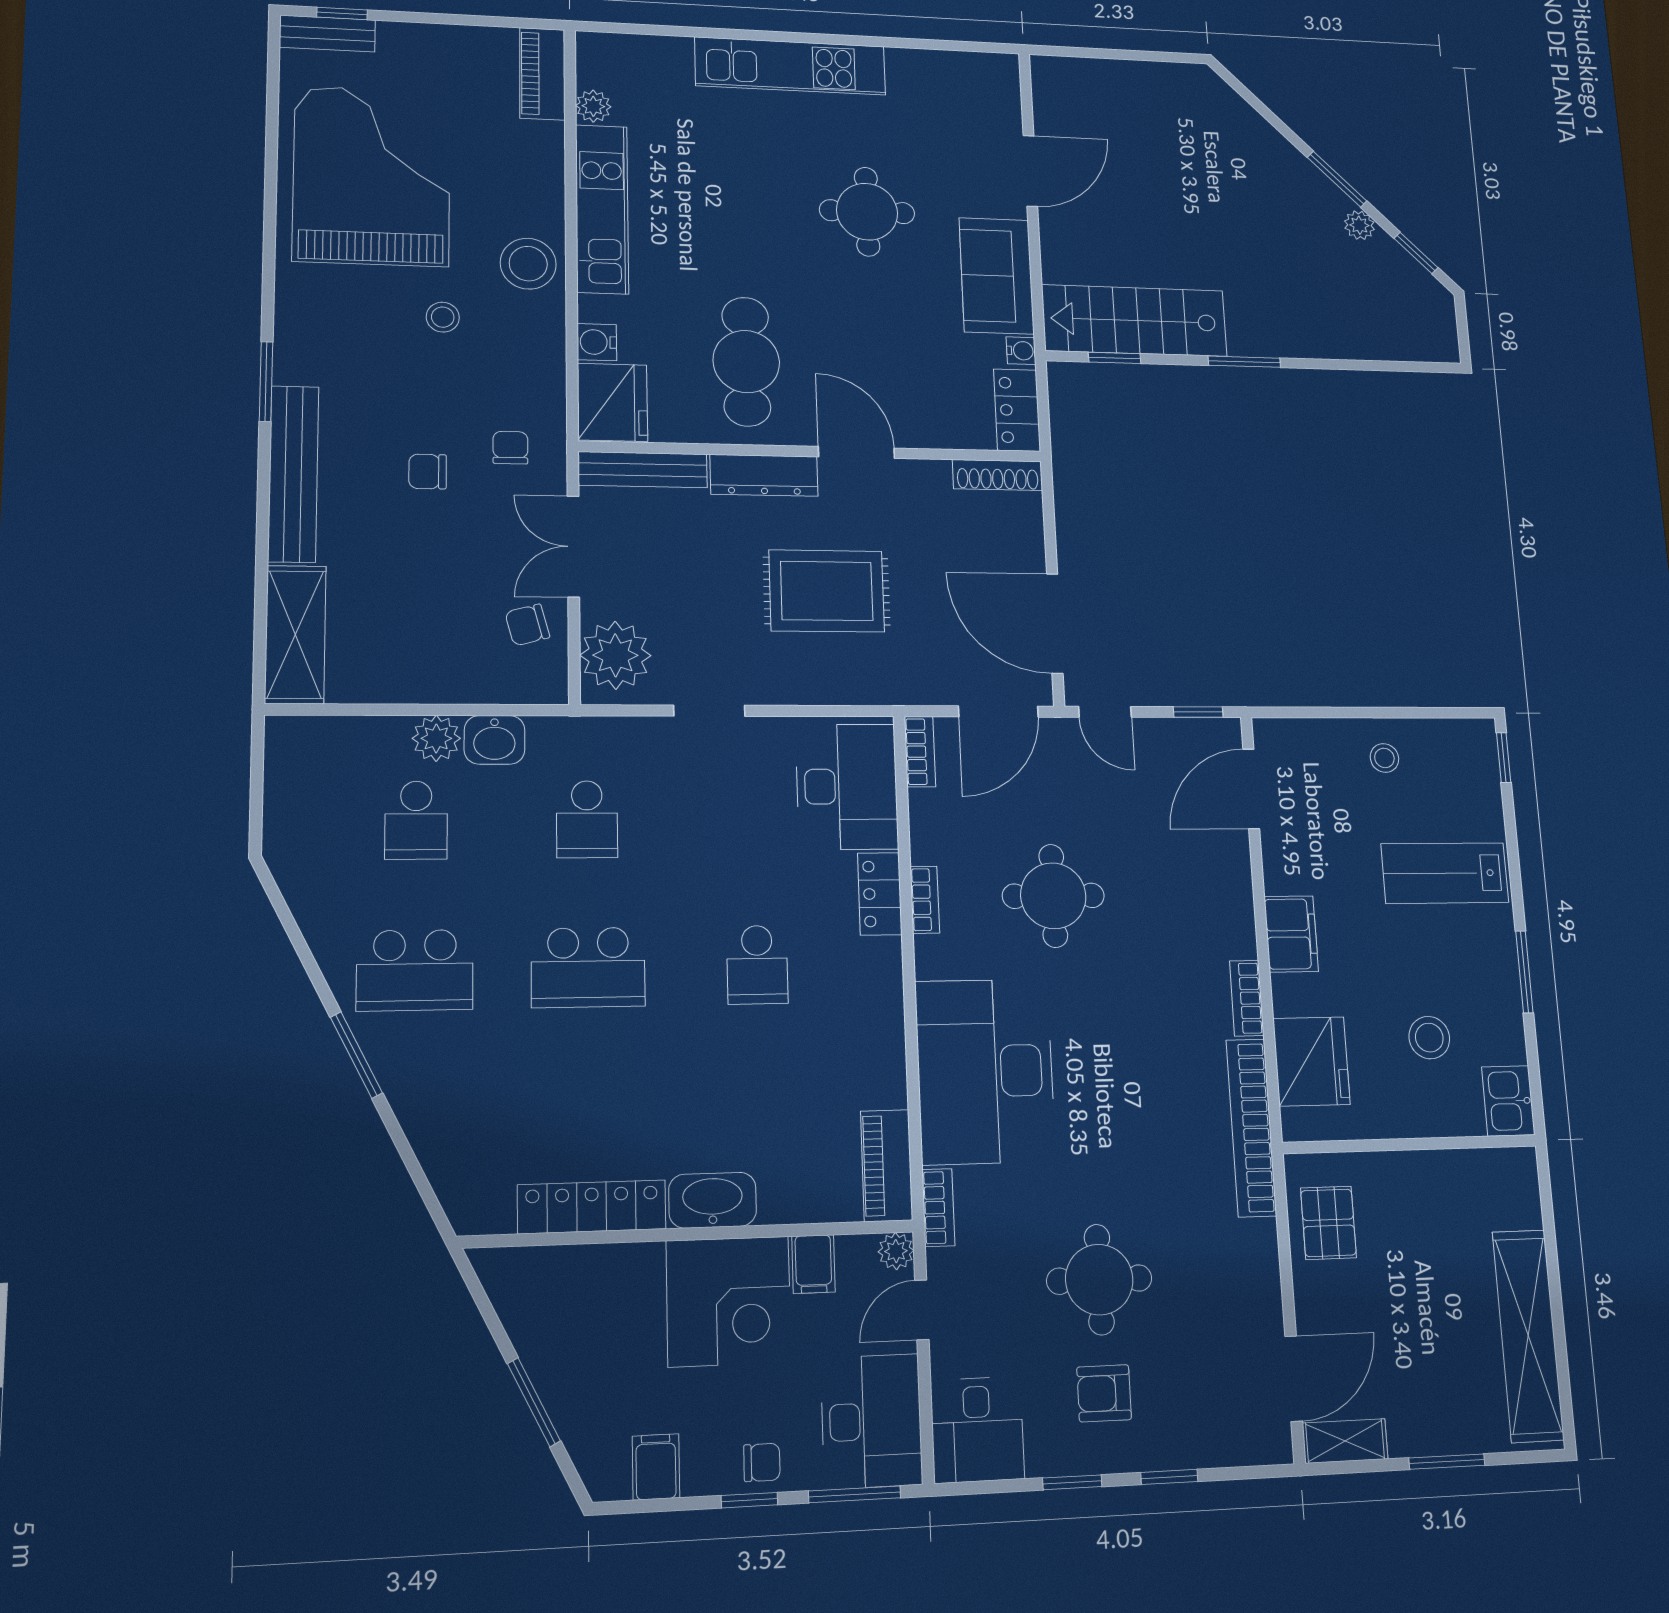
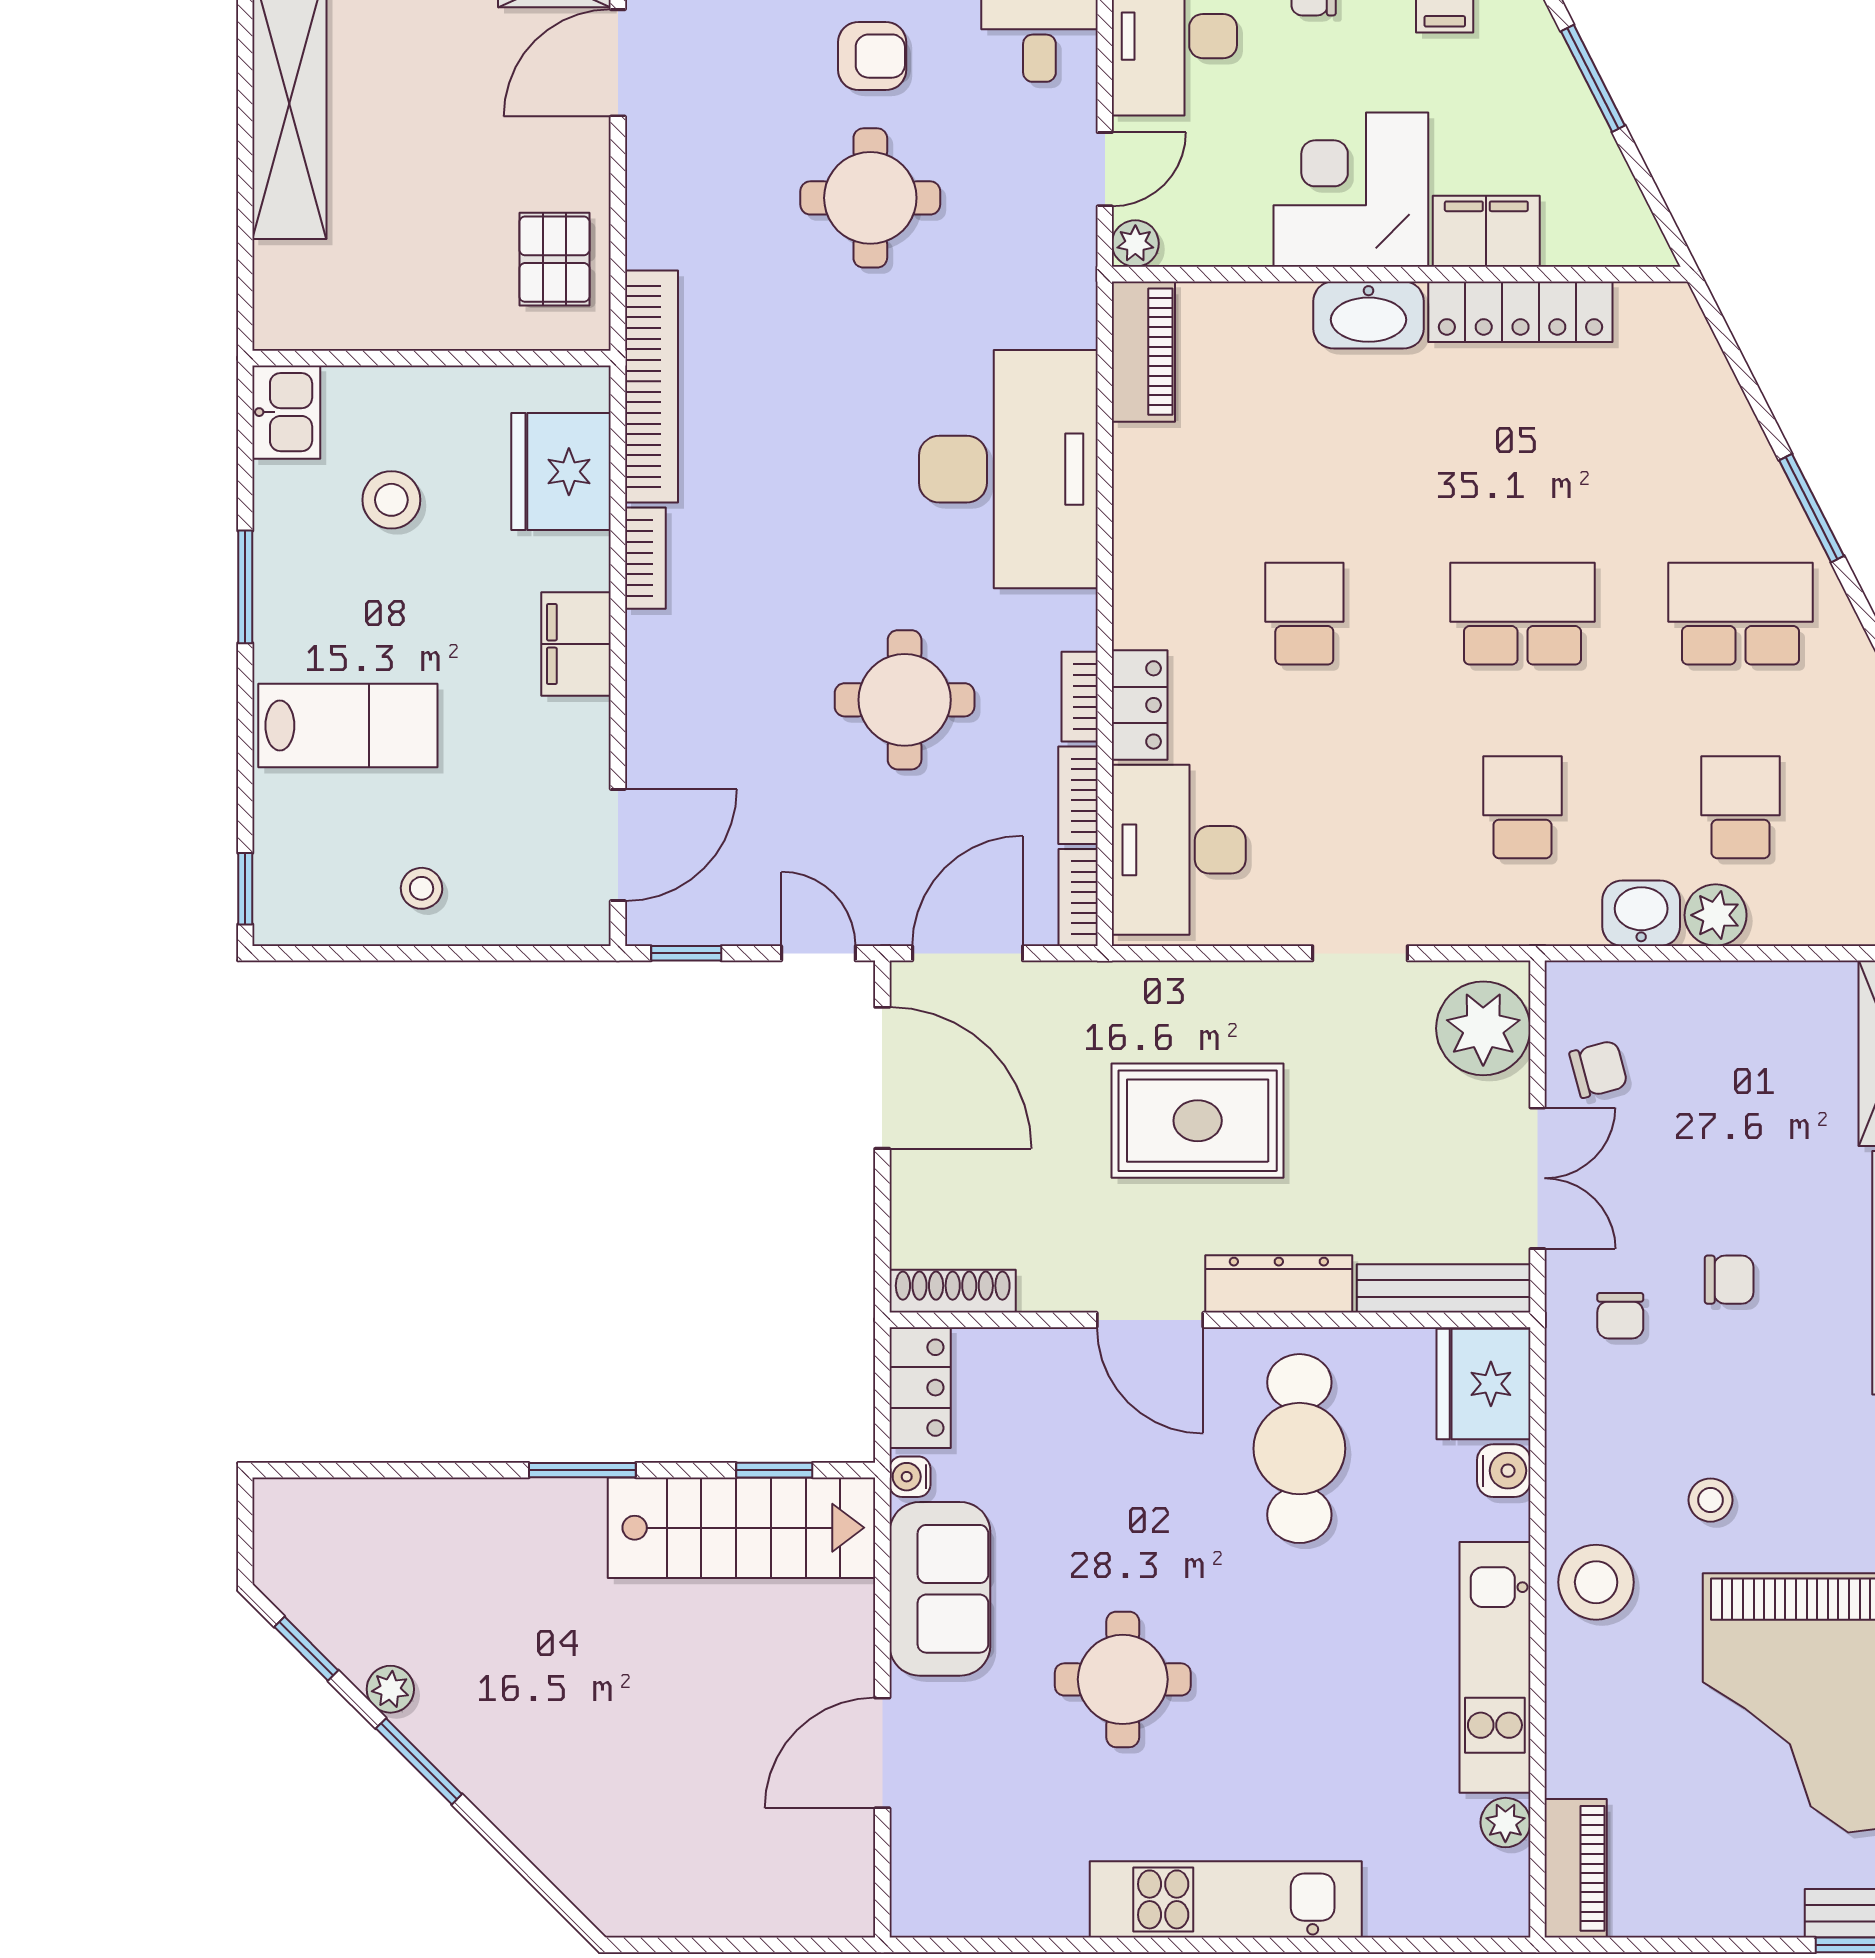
bookcase: (938, 1208) -> (1078, 795), moved
filing cabinet: (813, 1264) -> (1486, 231), moved, width x2.00

